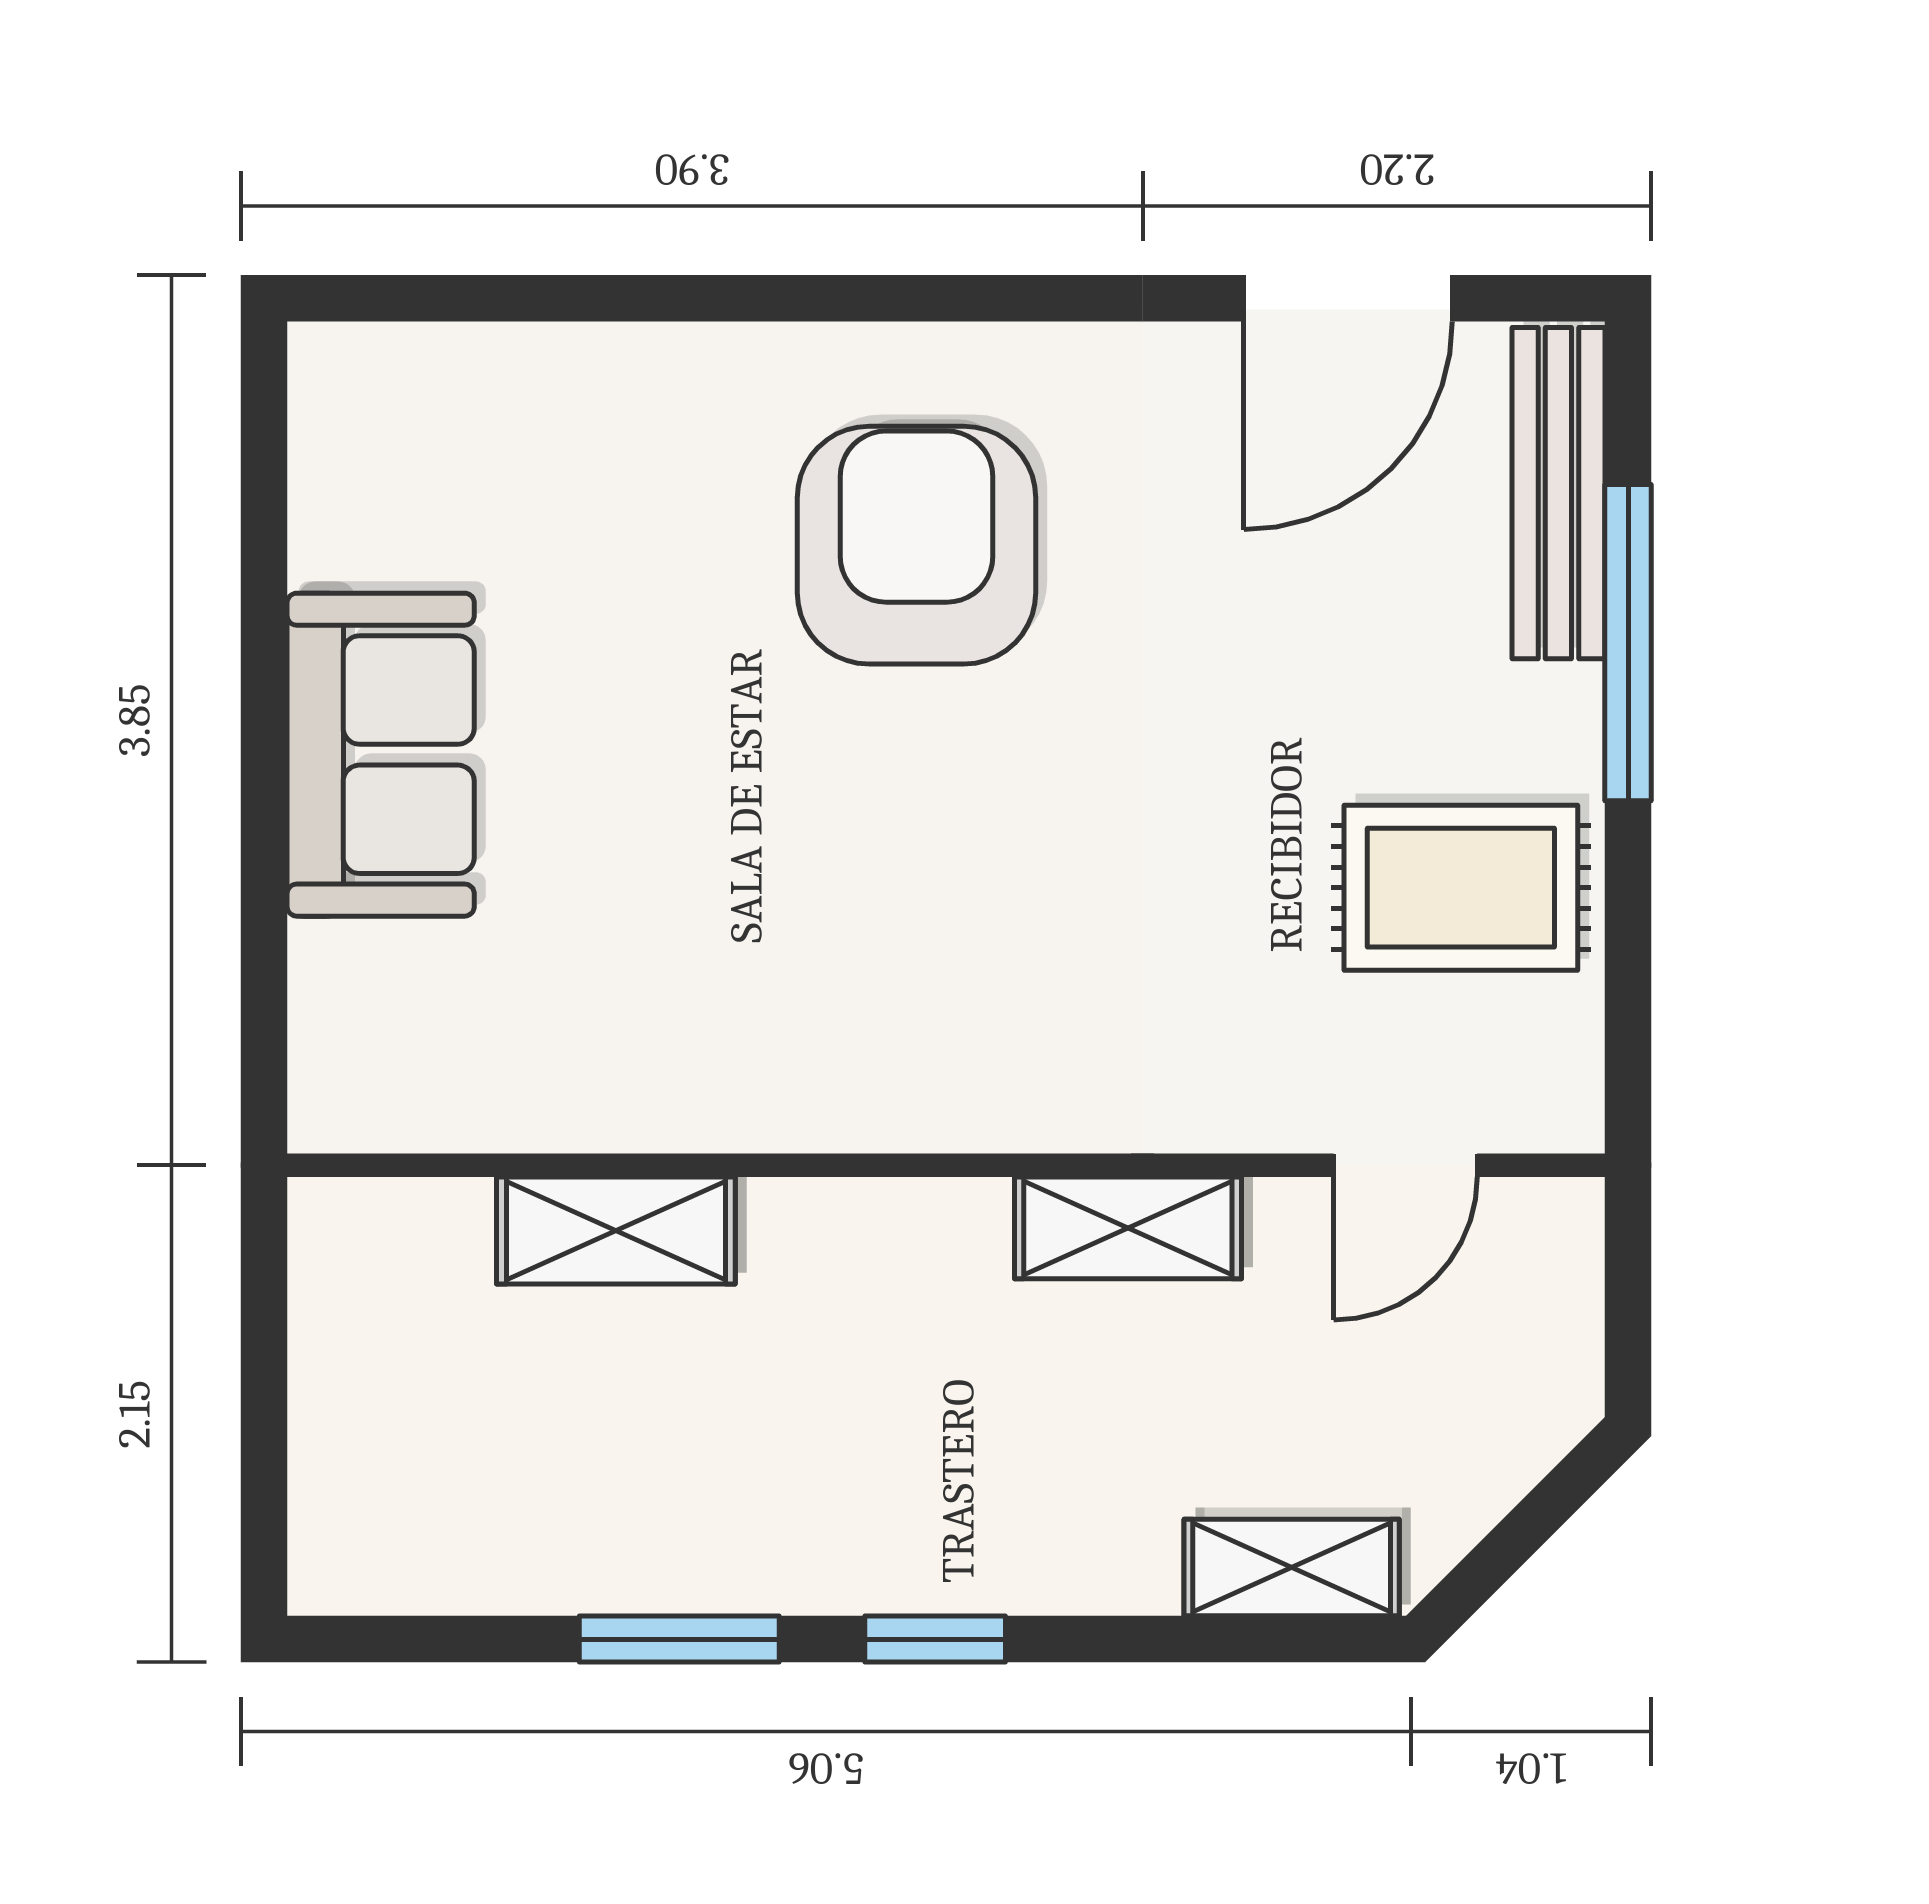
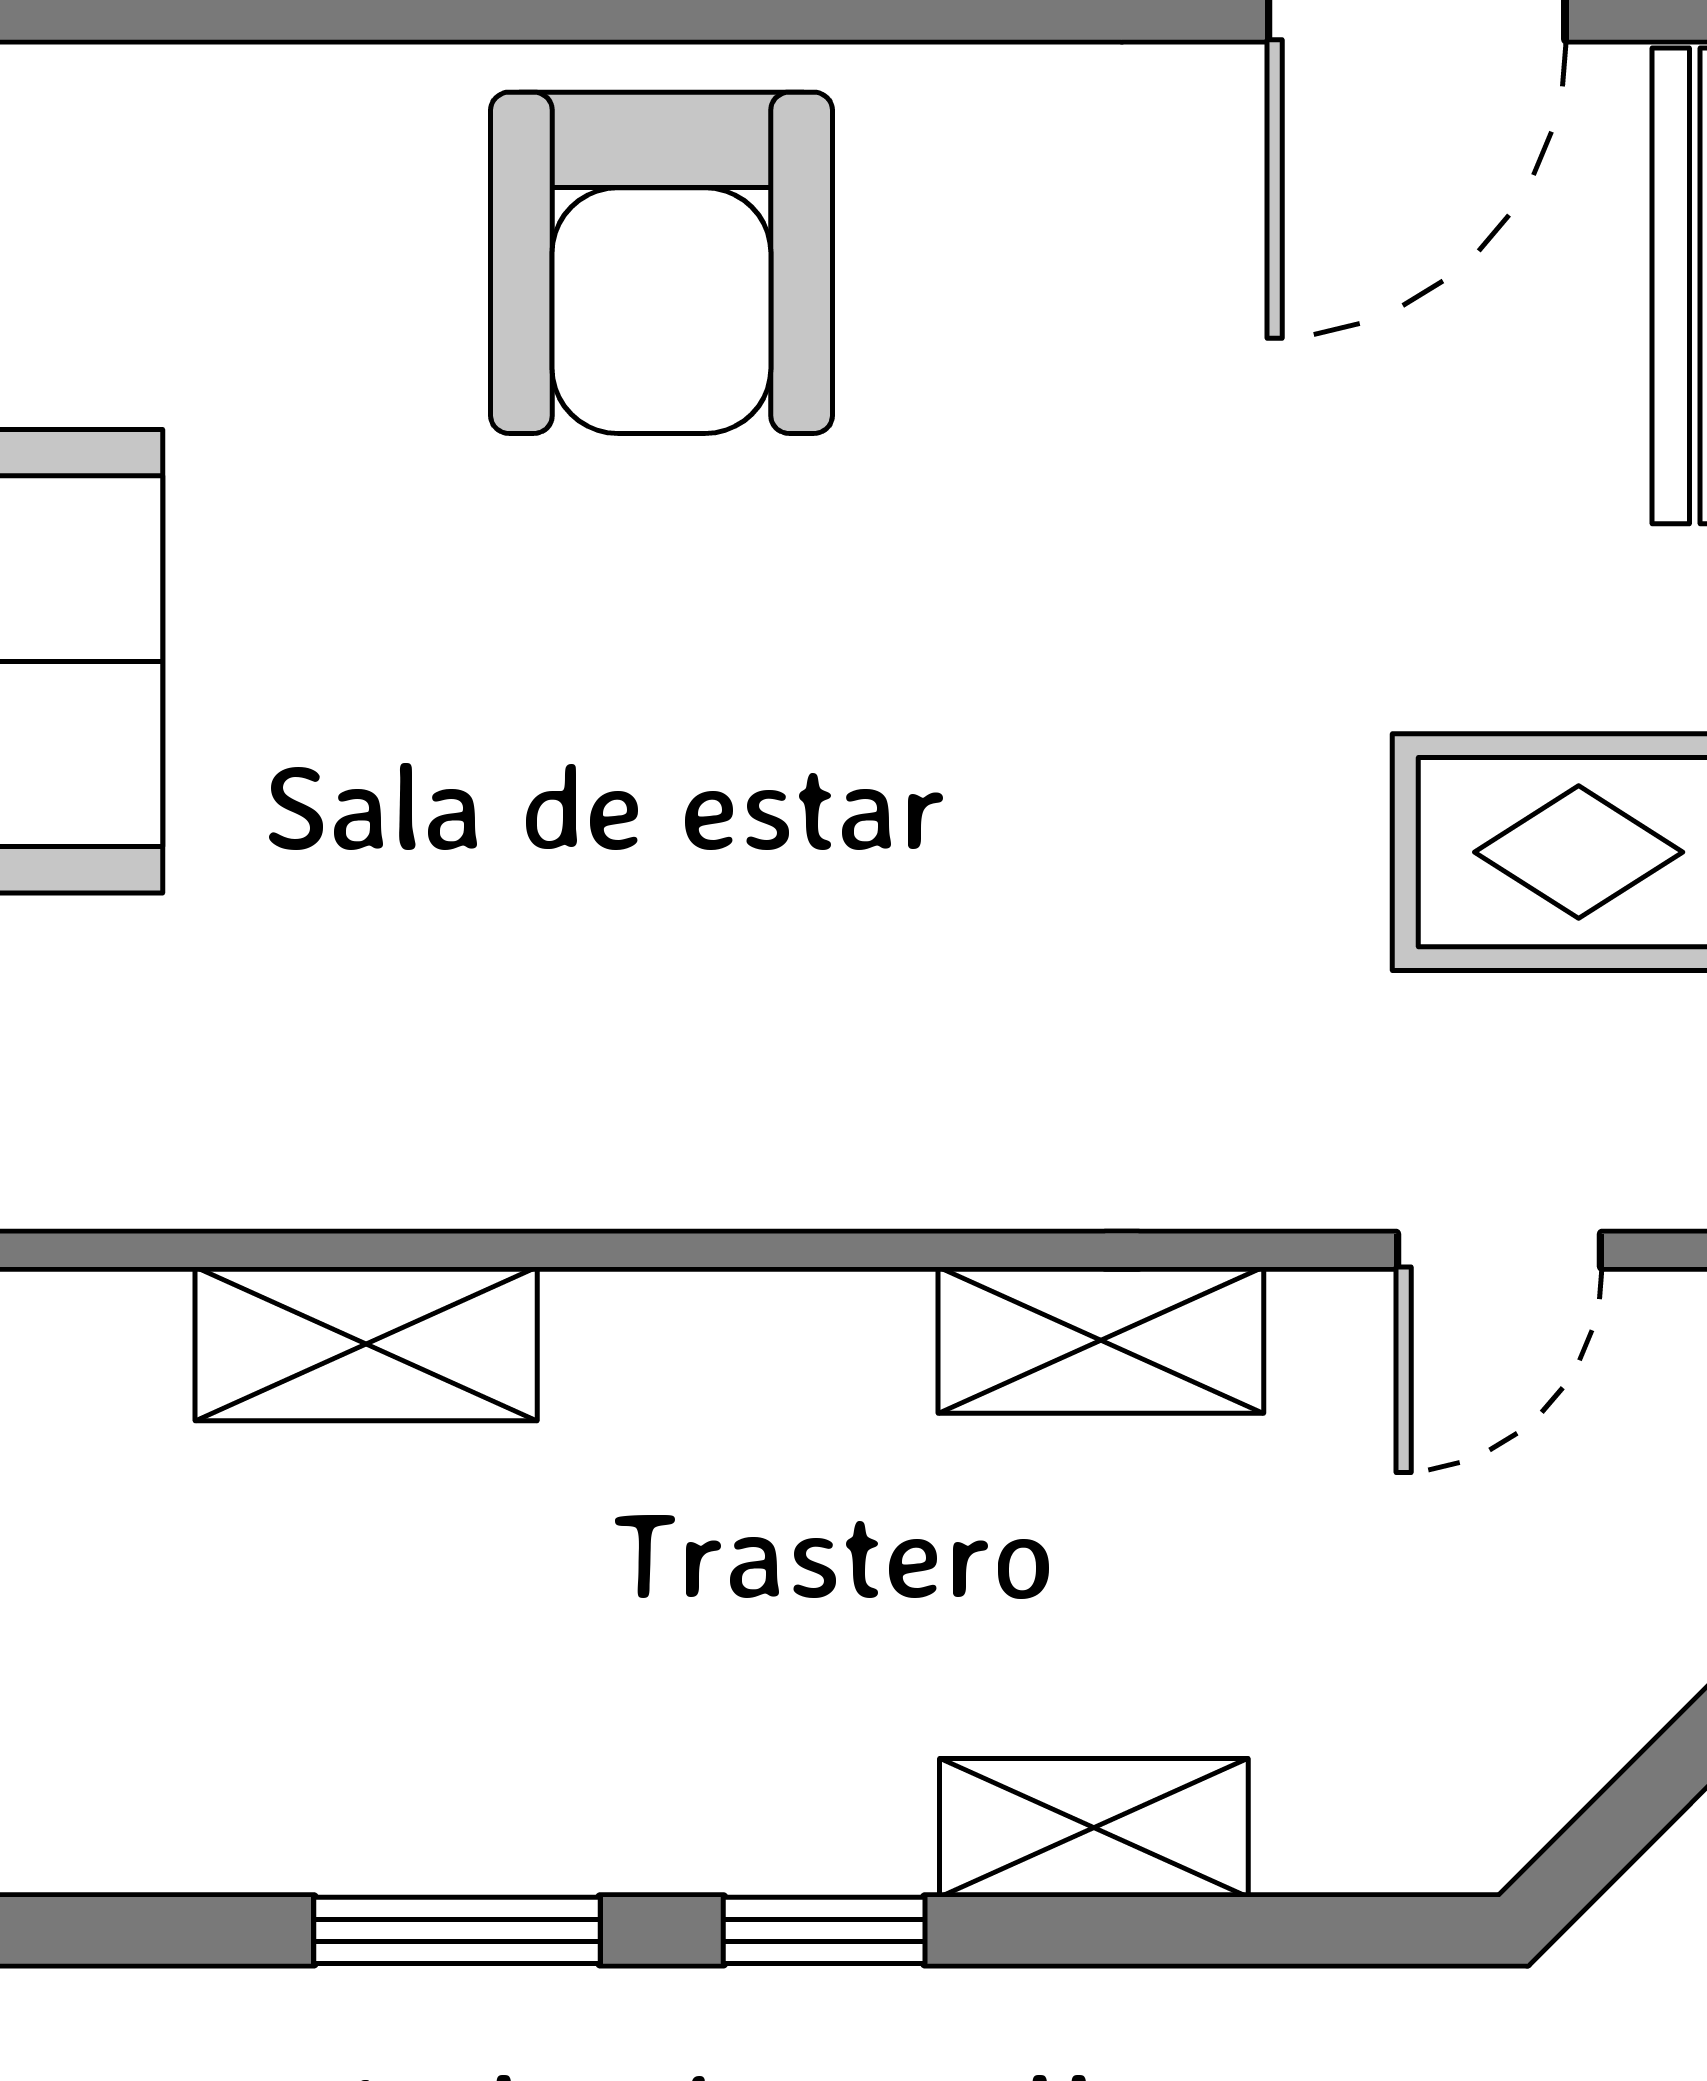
armchair: (916, 545) -> (661, 263), moved, turned 180
shelving: (1292, 1568) -> (1094, 1828), moved

